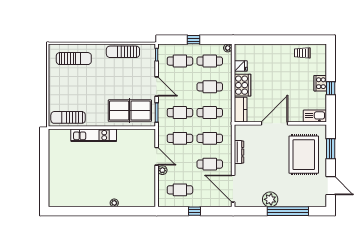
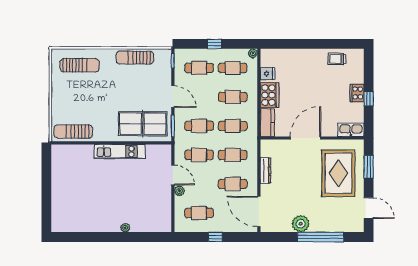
kitchen unit: (94, 135) -> (120, 151), moved

